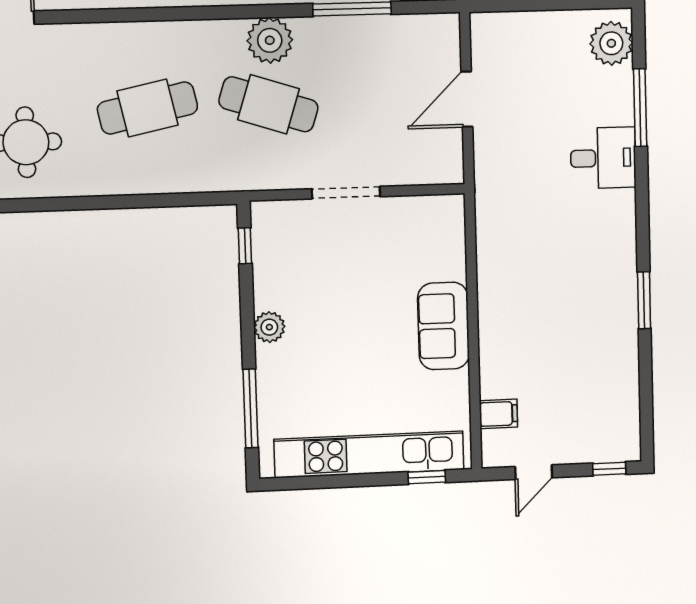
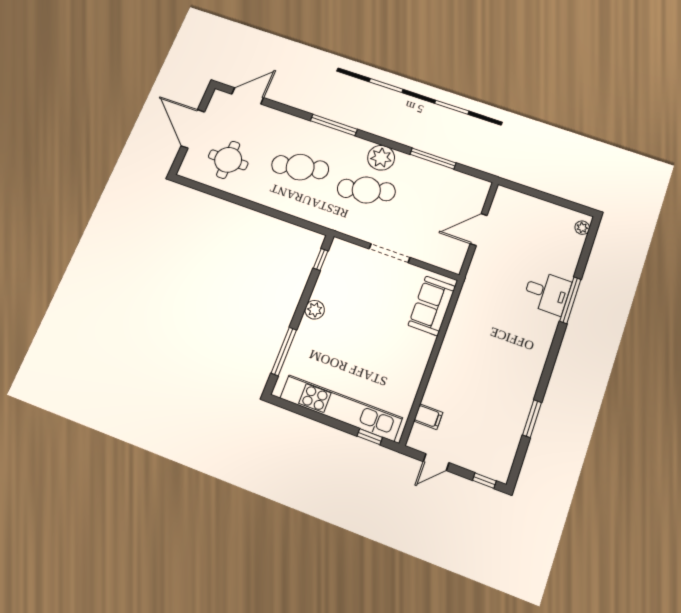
window: (170, 14) -> (334, 125), added
plant: (611, 43) -> (582, 228), width x0.53, depth x0.53
cafe table: (269, 104) -> (366, 190), turned -33
window: (640, 108) -> (570, 300), moved
window: (644, 300) -> (532, 419), moved
sofa: (444, 326) -> (432, 306), moved

